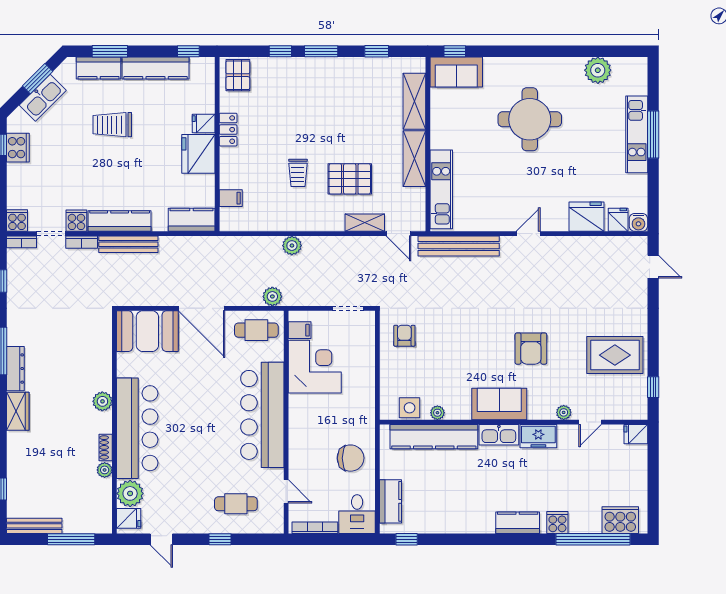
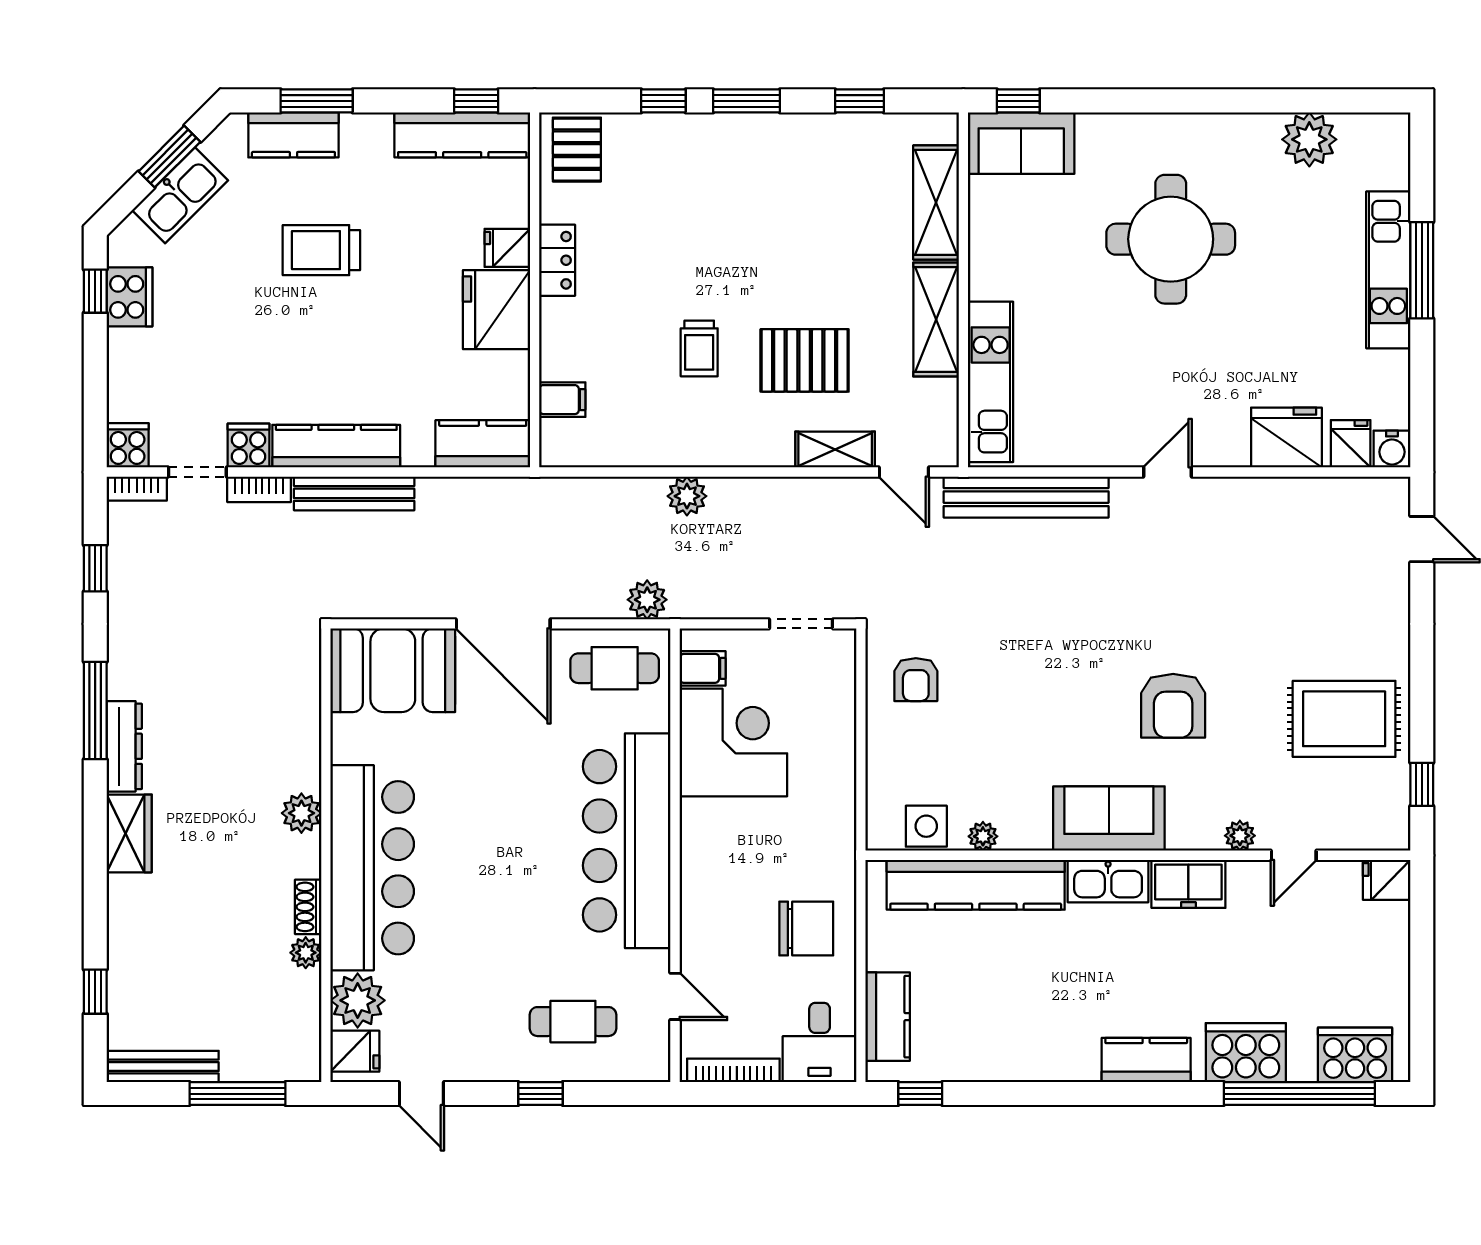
kitchen counter: (156, 68) -> (462, 135), moved
armchair: (404, 336) -> (916, 680), turned 180
cooker: (557, 523) -> (1246, 1053), width x1.87, depth x1.31

